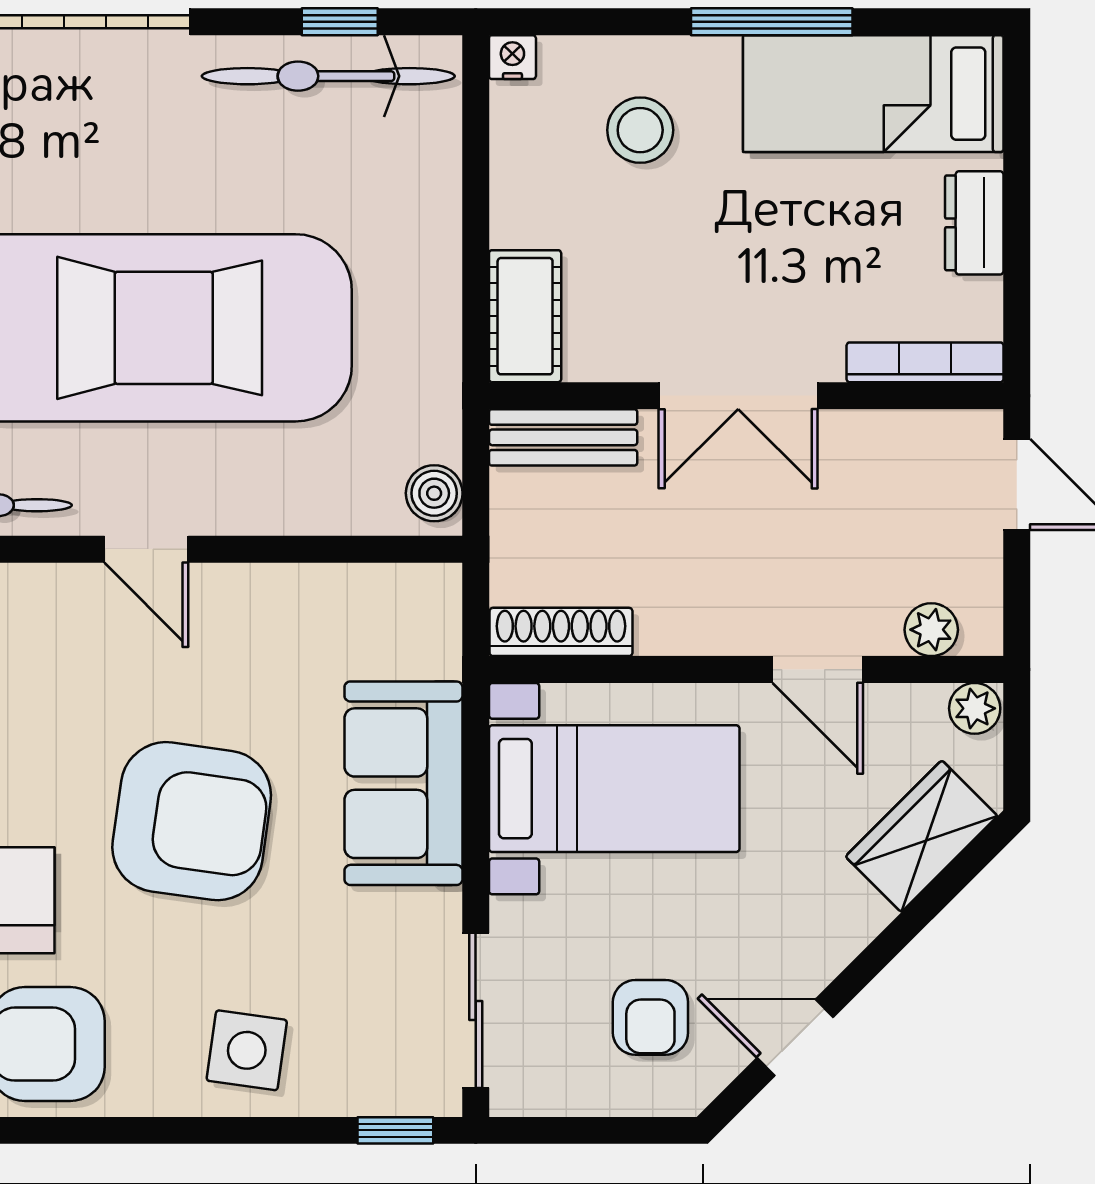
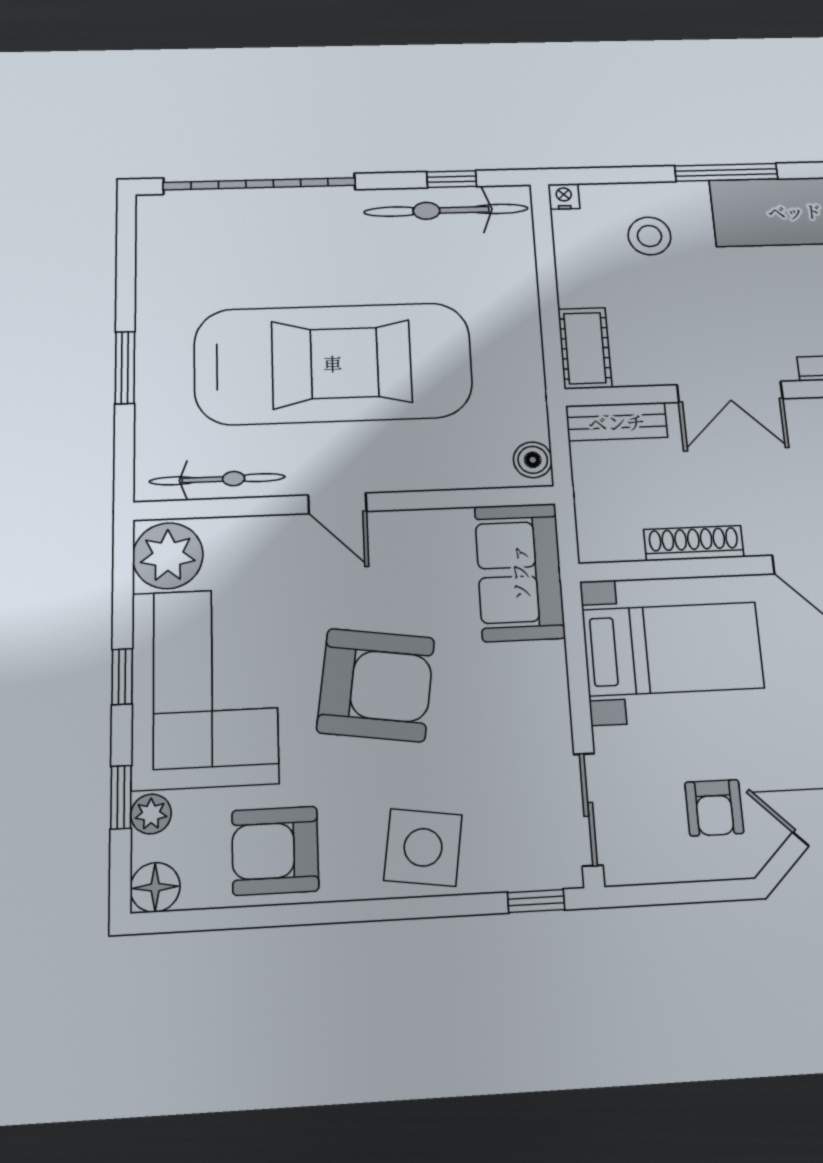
shoe rack: (561, 632) -> (694, 543), moved
sofa: (403, 783) -> (519, 572), moved
side table: (247, 1050) -> (423, 847), width x1.37, depth x1.37

